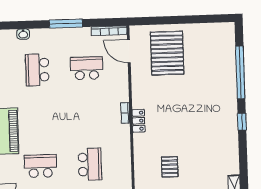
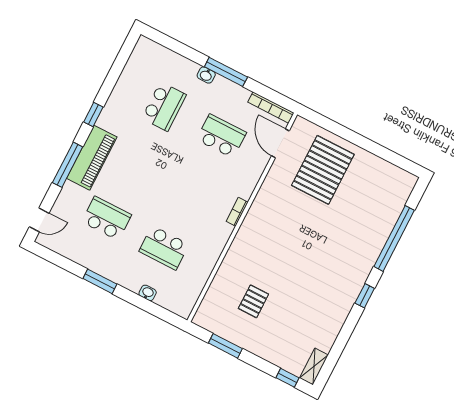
washbasin: (23, 34) -> (206, 75), moved
school desk: (37, 70) -> (164, 107), turned 180
locker: (139, 121) -> (247, 229), removed
school desk: (90, 164) -> (164, 248), turned 90

